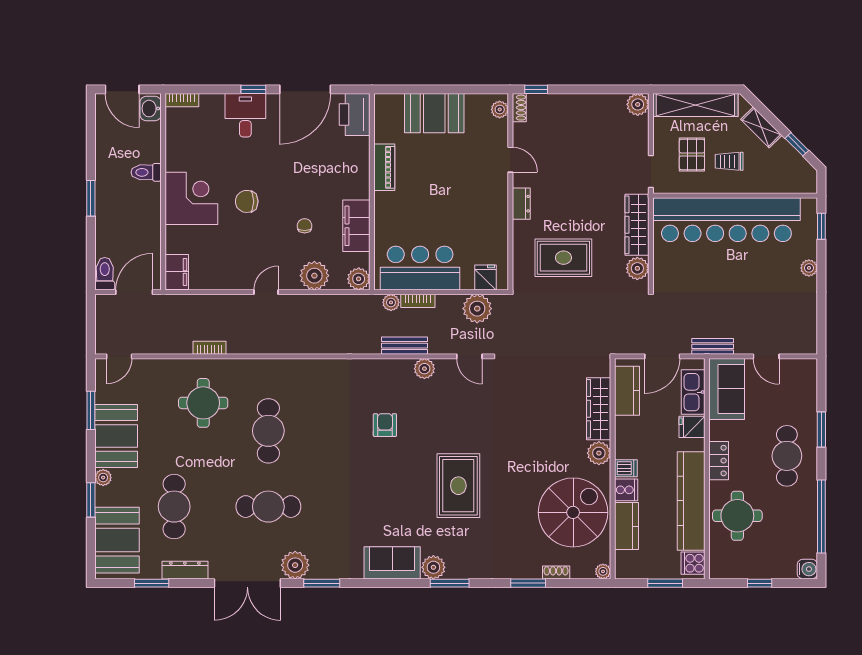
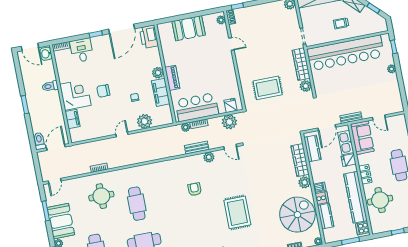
desk: (245, 115) -> (82, 50), moved
pallet: (692, 154) -> (322, 24), removed
piano: (384, 167) -> (172, 78), moved
dresser: (521, 204) -> (241, 65), removed
filing cabinet: (177, 272) -> (72, 119), moved
plant: (359, 279) -> (158, 73), moved

